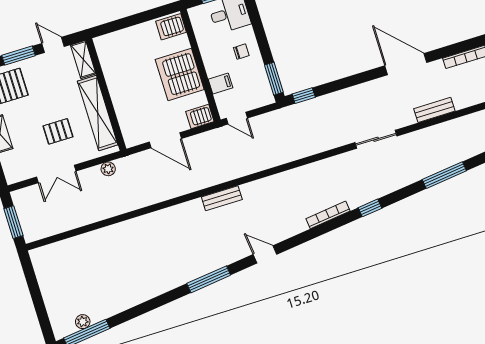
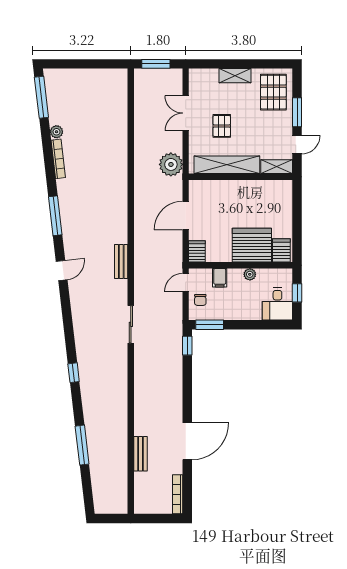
chair: (241, 52) -> (200, 300), moved
plant: (207, 53) -> (250, 274), added
server rack: (180, 75) -> (252, 245), moved
sliding door: (376, 139) -> (131, 324), moved
plant: (108, 169) -> (171, 164), width x1.88, depth x1.88
bench: (222, 198) -> (121, 261), moved
bookcase: (328, 215) -> (58, 159), moved
plant: (83, 322) -> (57, 132), moved

